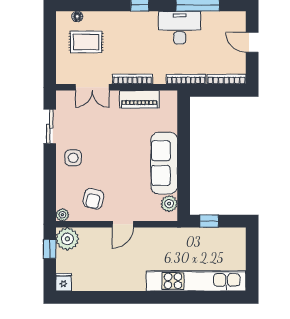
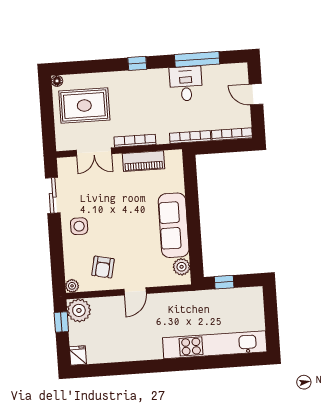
floor lamp: (77, 16) -> (57, 81), moved
desk: (180, 28) -> (186, 84), width x0.73
rug: (86, 42) -> (84, 106), width x1.36, depth x1.43

